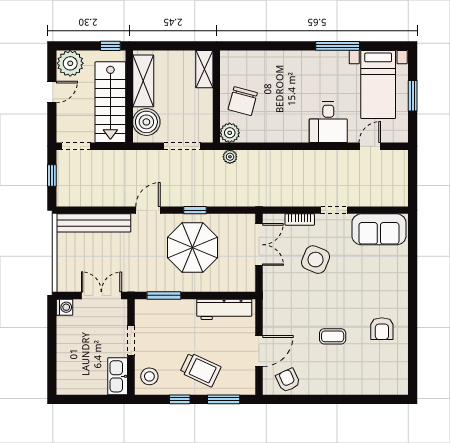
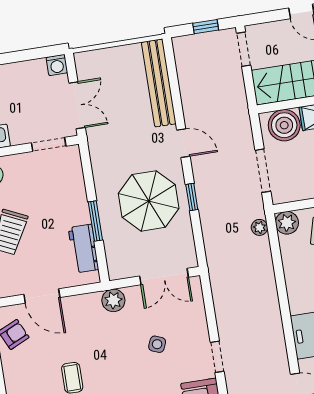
bookcase: (300, 220) -> (200, 319), removed
side table: (316, 260) -> (157, 344), width x0.54, depth x0.54
plant: (272, 291) -> (113, 300), added
window: (164, 295) -> (95, 221), moved
workbench: (224, 309) -> (83, 249), width x0.73
doorway: (131, 341) -> (49, 144), moved

